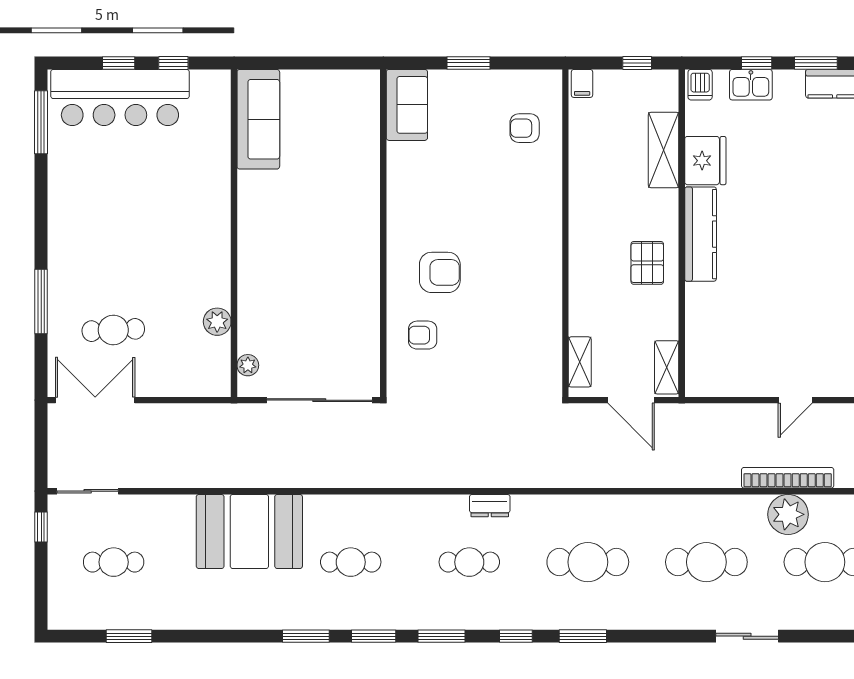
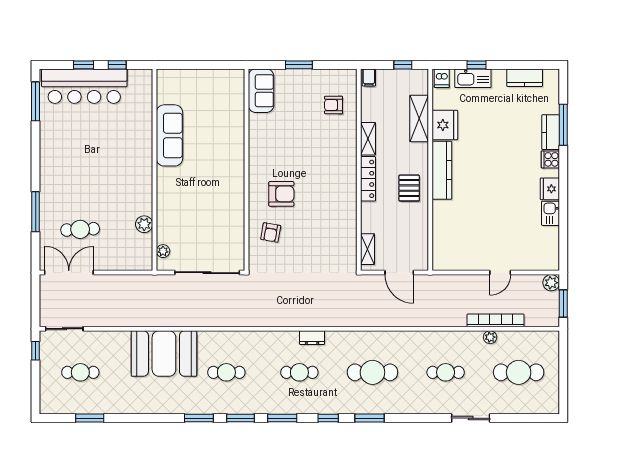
window: (816, 63) -> (513, 65), removed
kitchen sink: (751, 85) -> (473, 78), width x1.38
sofa: (258, 119) -> (169, 135), moved
locker: (580, 248) -> (368, 179), added
armchair: (423, 335) -> (271, 232), turned -80
shelving: (667, 367) -> (368, 139), moved
plant: (788, 514) -> (490, 337), width x0.53, depth x0.53
cafe table: (706, 562) -> (446, 372), width x0.73, depth x0.74

